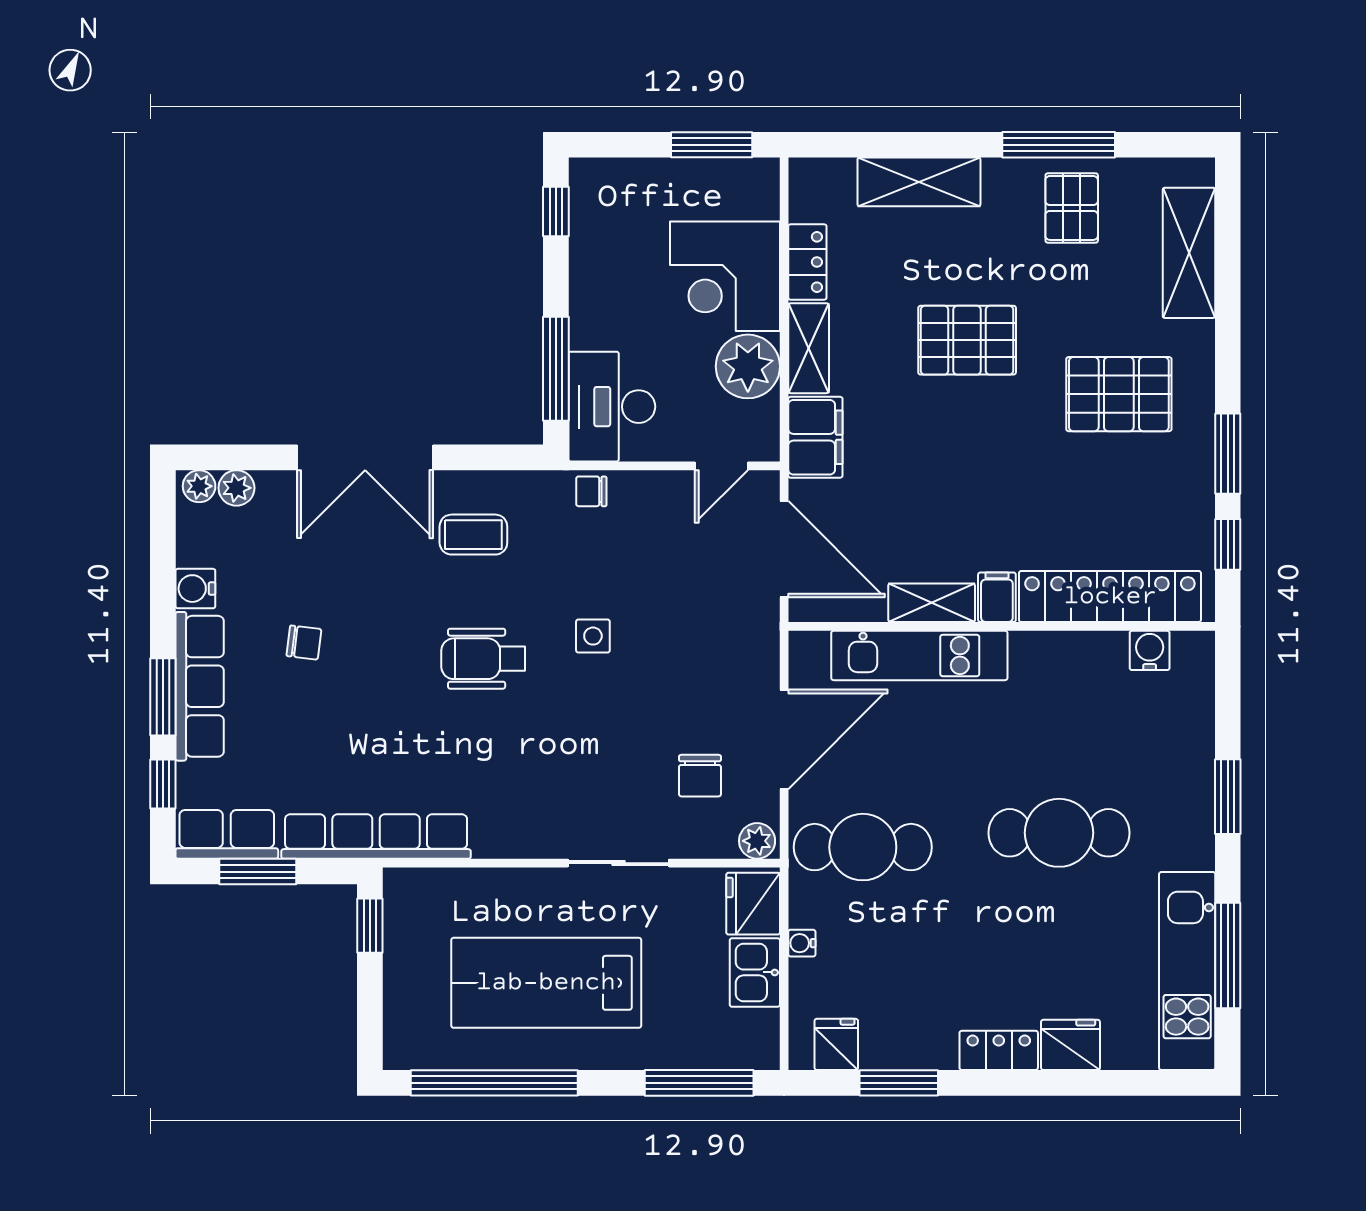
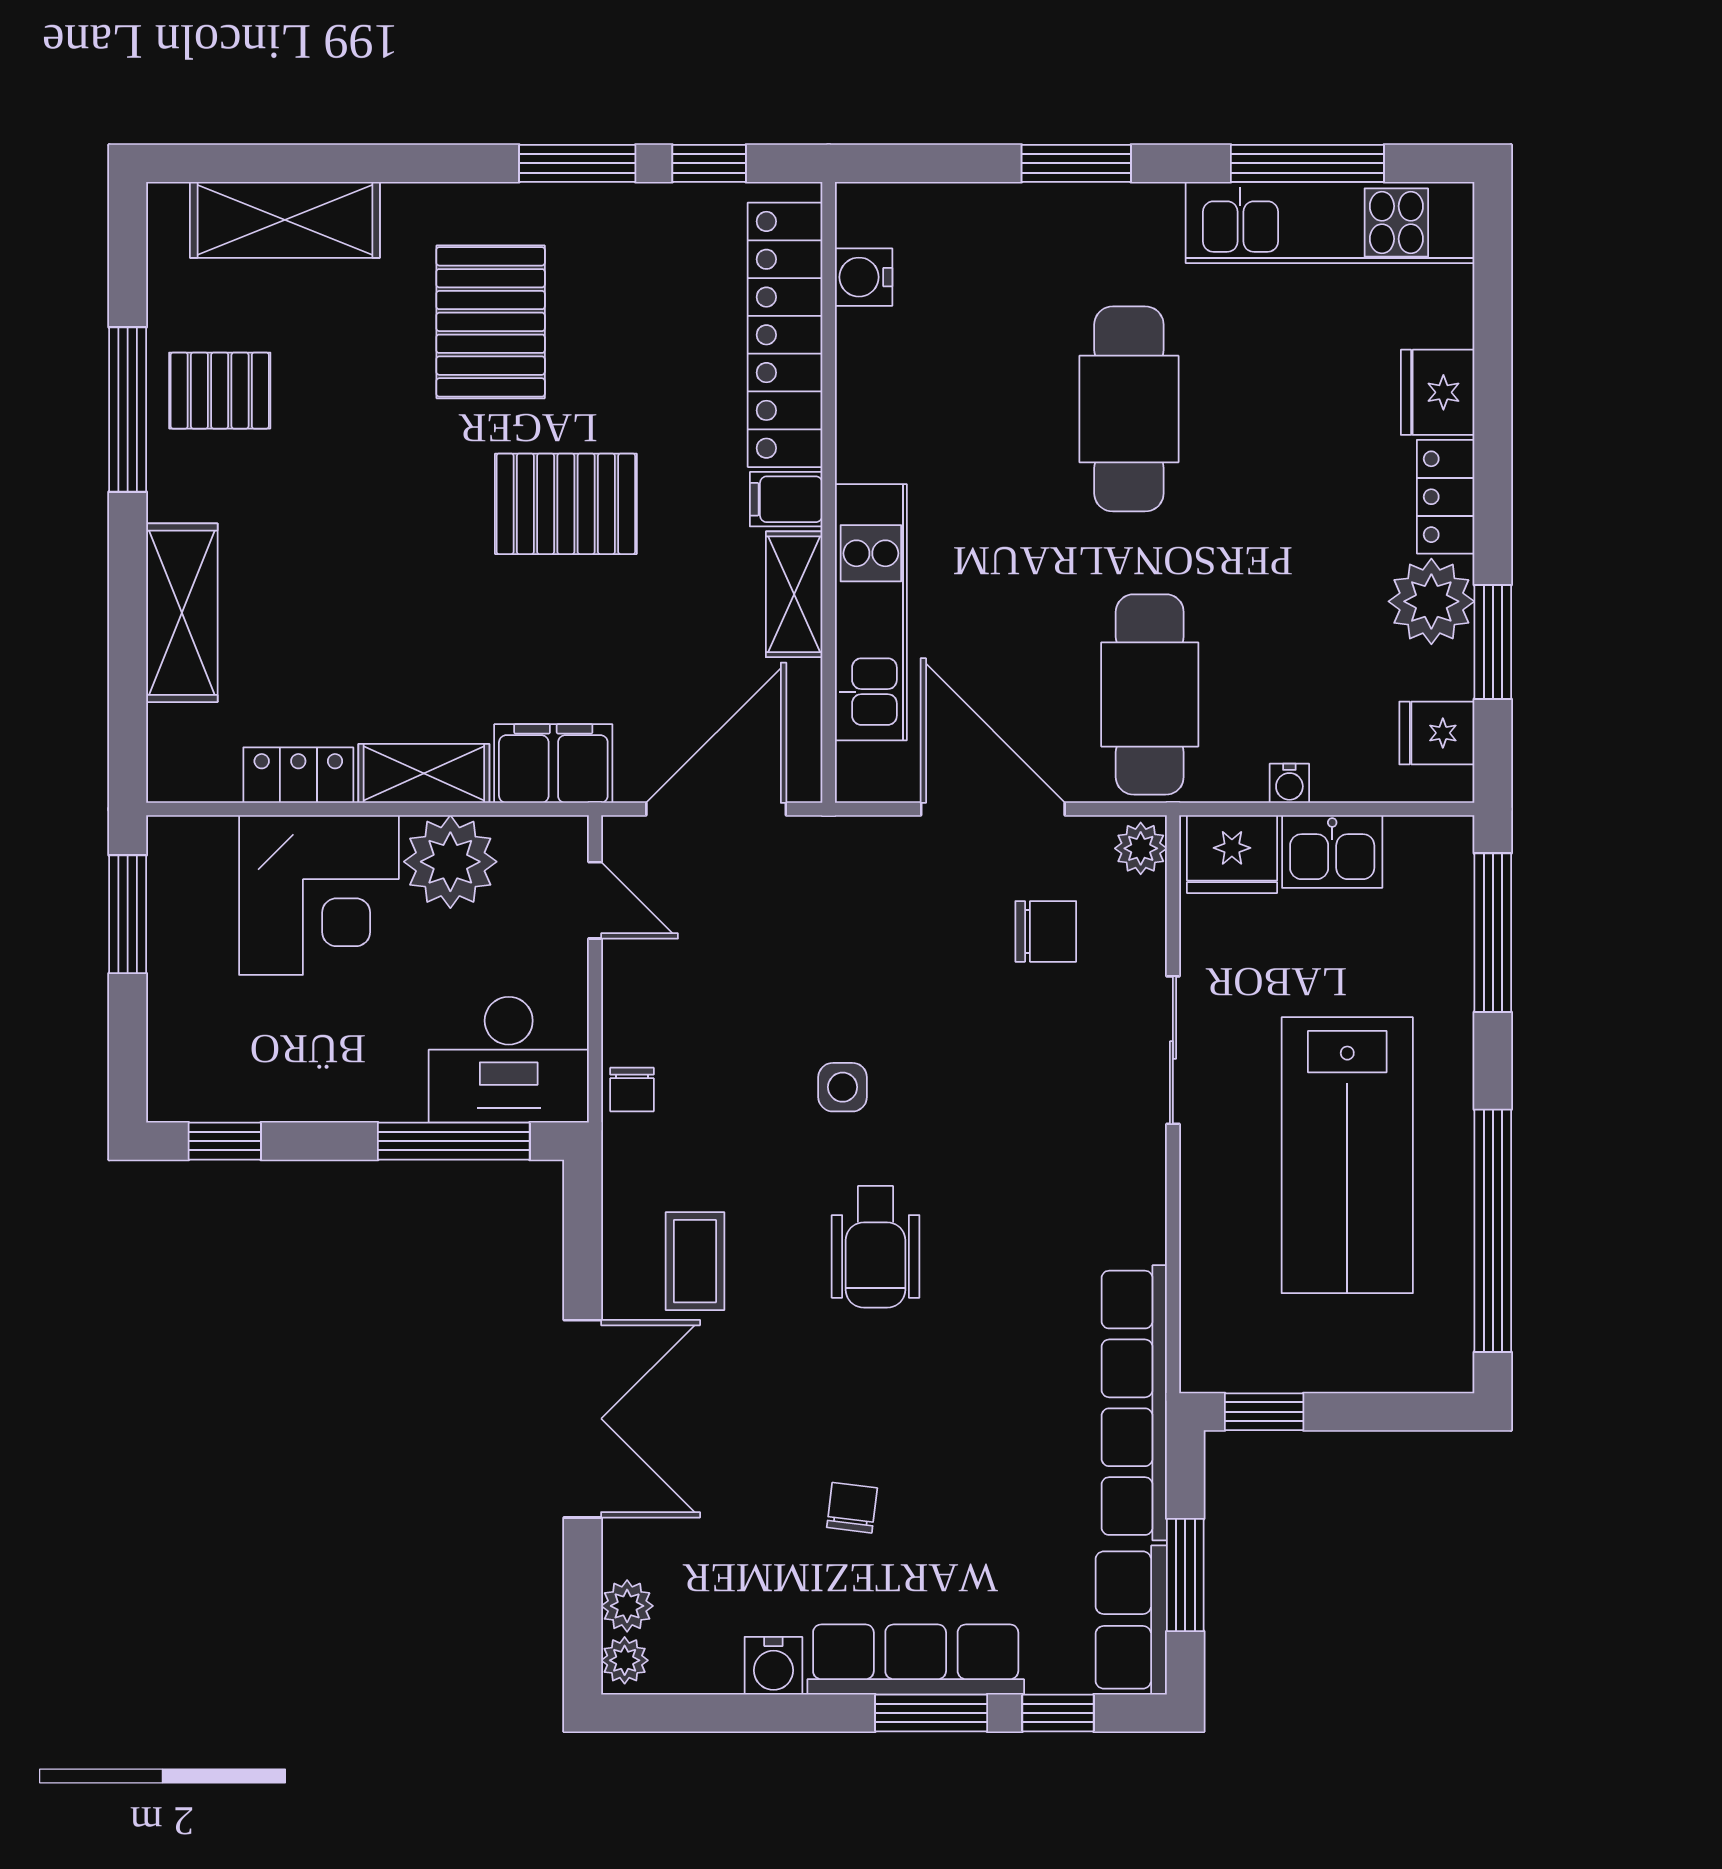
pallet: (967, 340) -> (566, 504), moved, turned 90
plant: (927, 1041) -> (1431, 601), added

